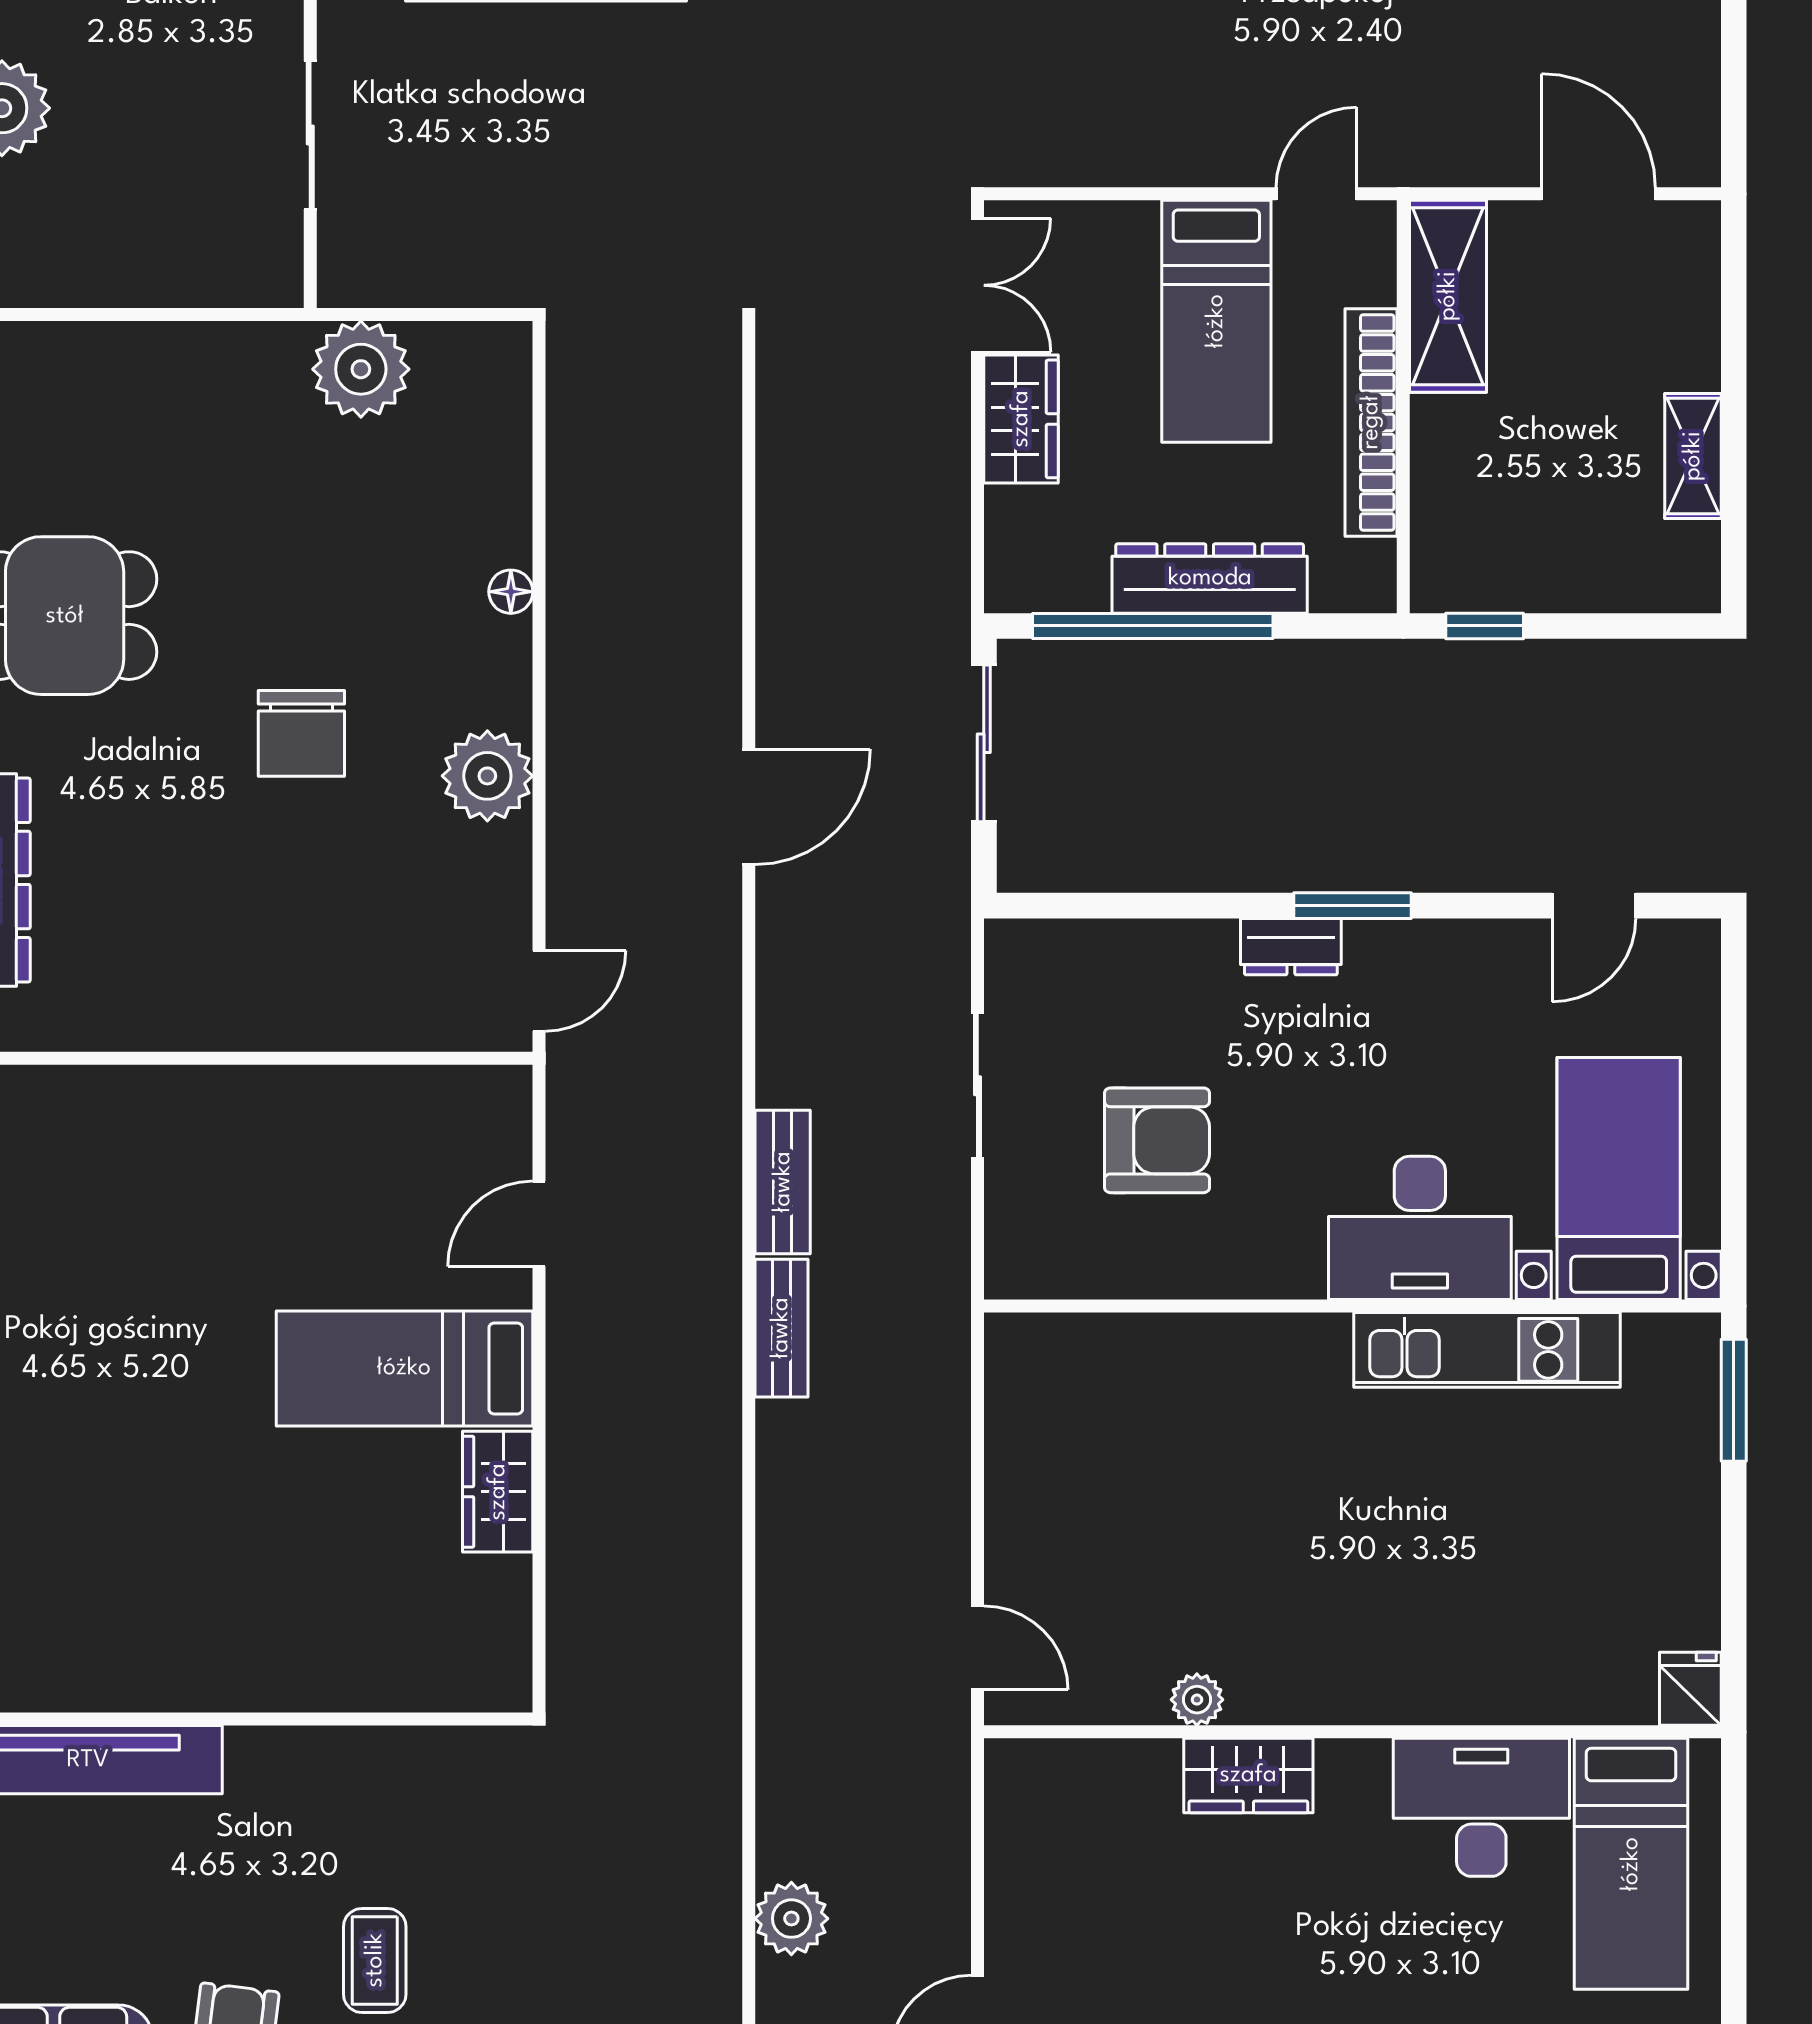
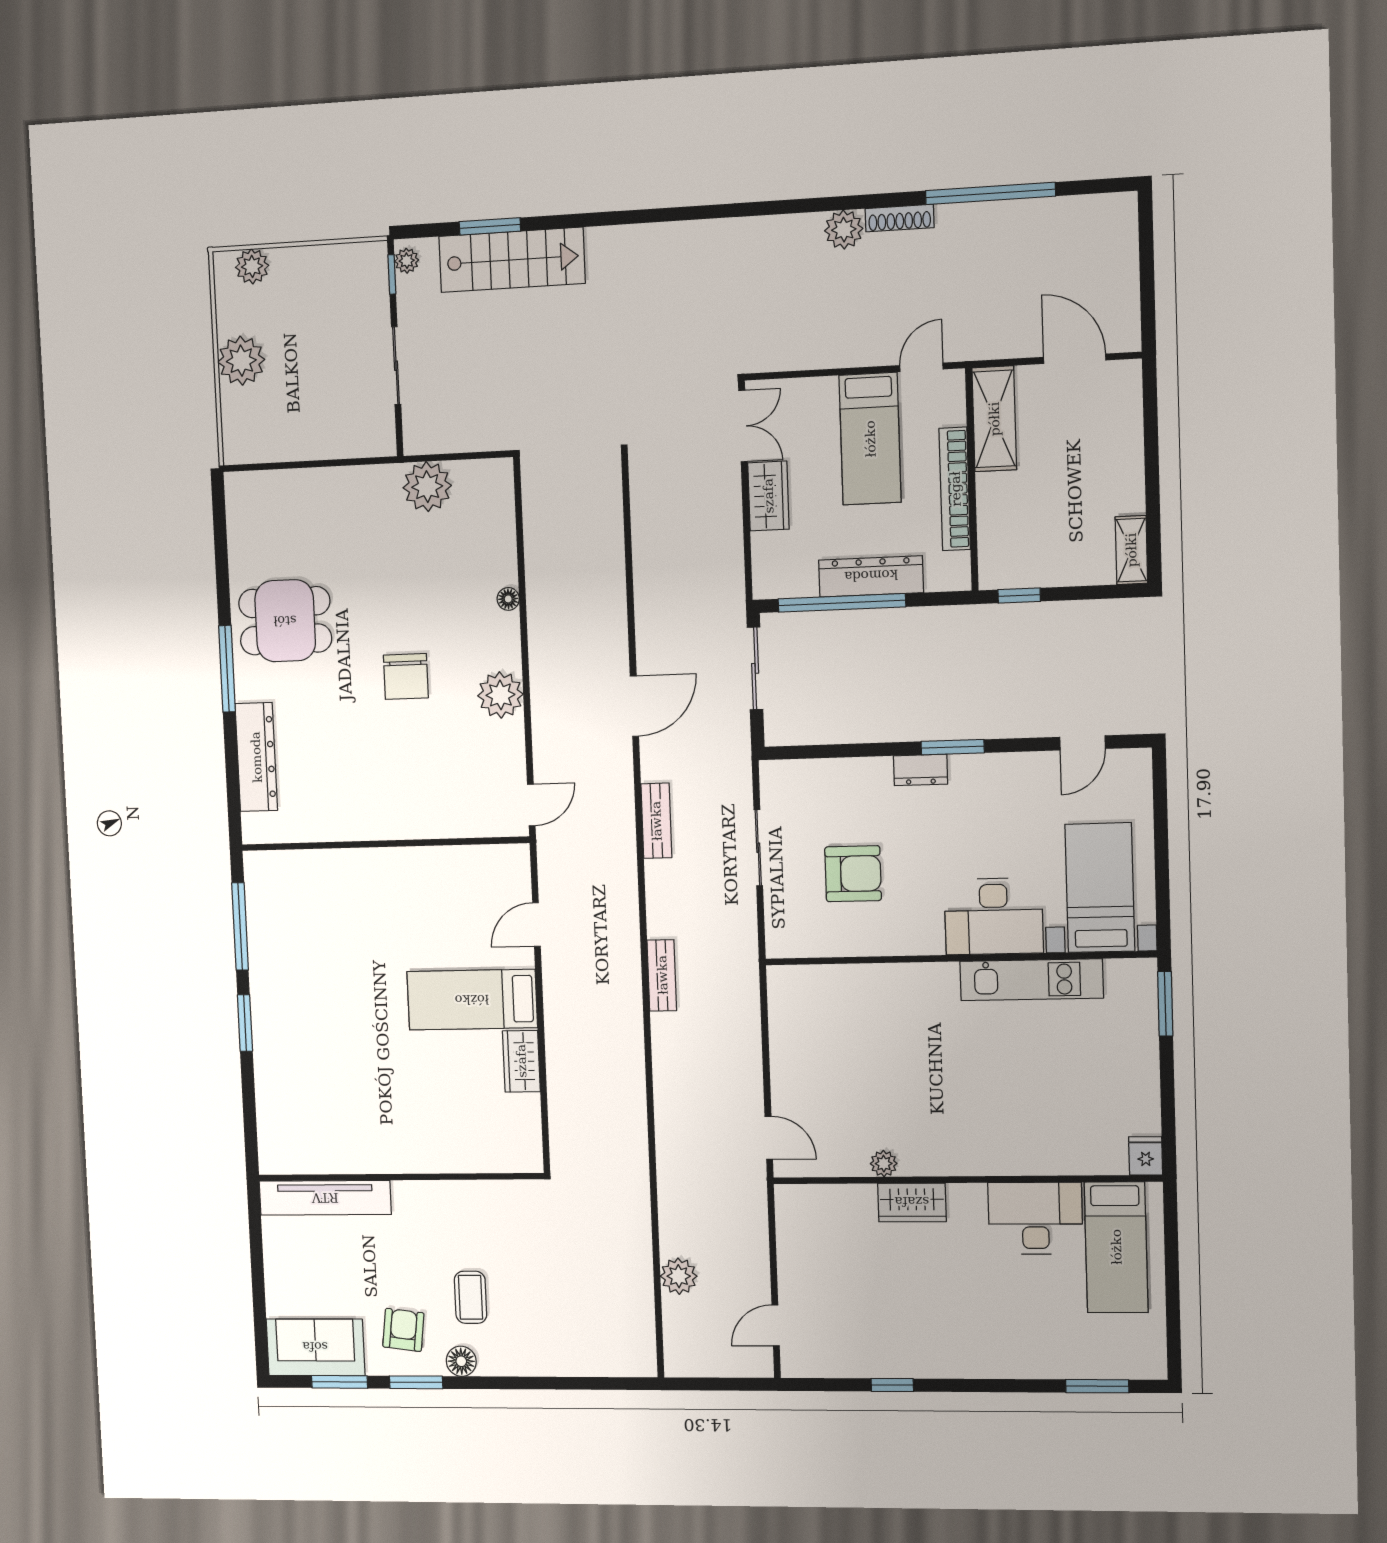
shelving: (1693, 456) -> (1131, 550), moved
bench: (783, 1182) -> (656, 821), moved

